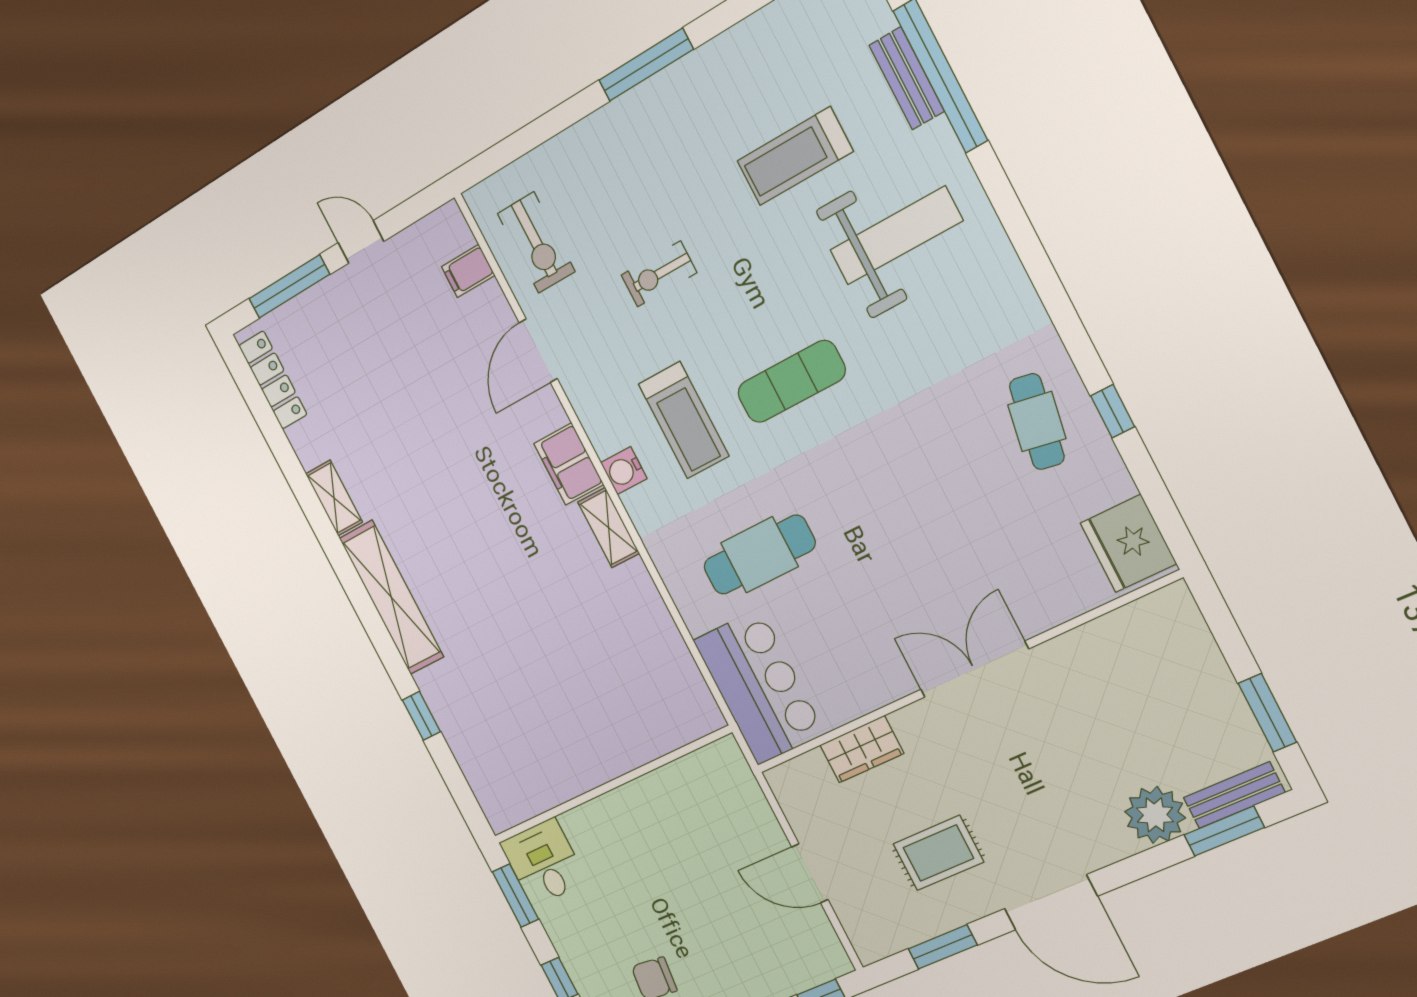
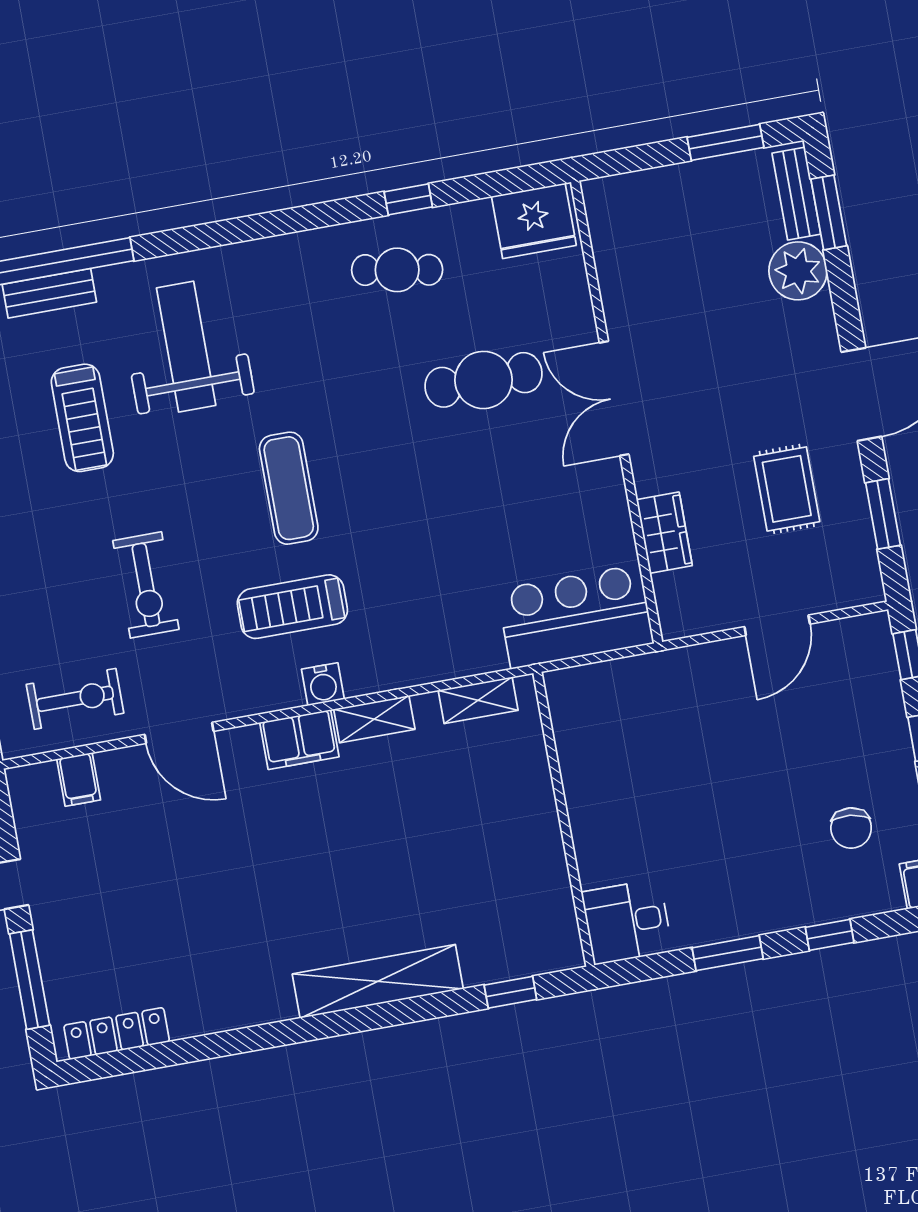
exercise bike: (659, 274) -> (146, 585), width x1.38, depth x1.39
treadmill: (684, 420) -> (292, 607), turned 180
shelving: (334, 498) -> (478, 700), moved
cafe table: (759, 555) -> (484, 380), moved, turned 90
wall: (611, 785) -> (564, 819), moved
desk: (544, 862) -> (627, 922), moved

